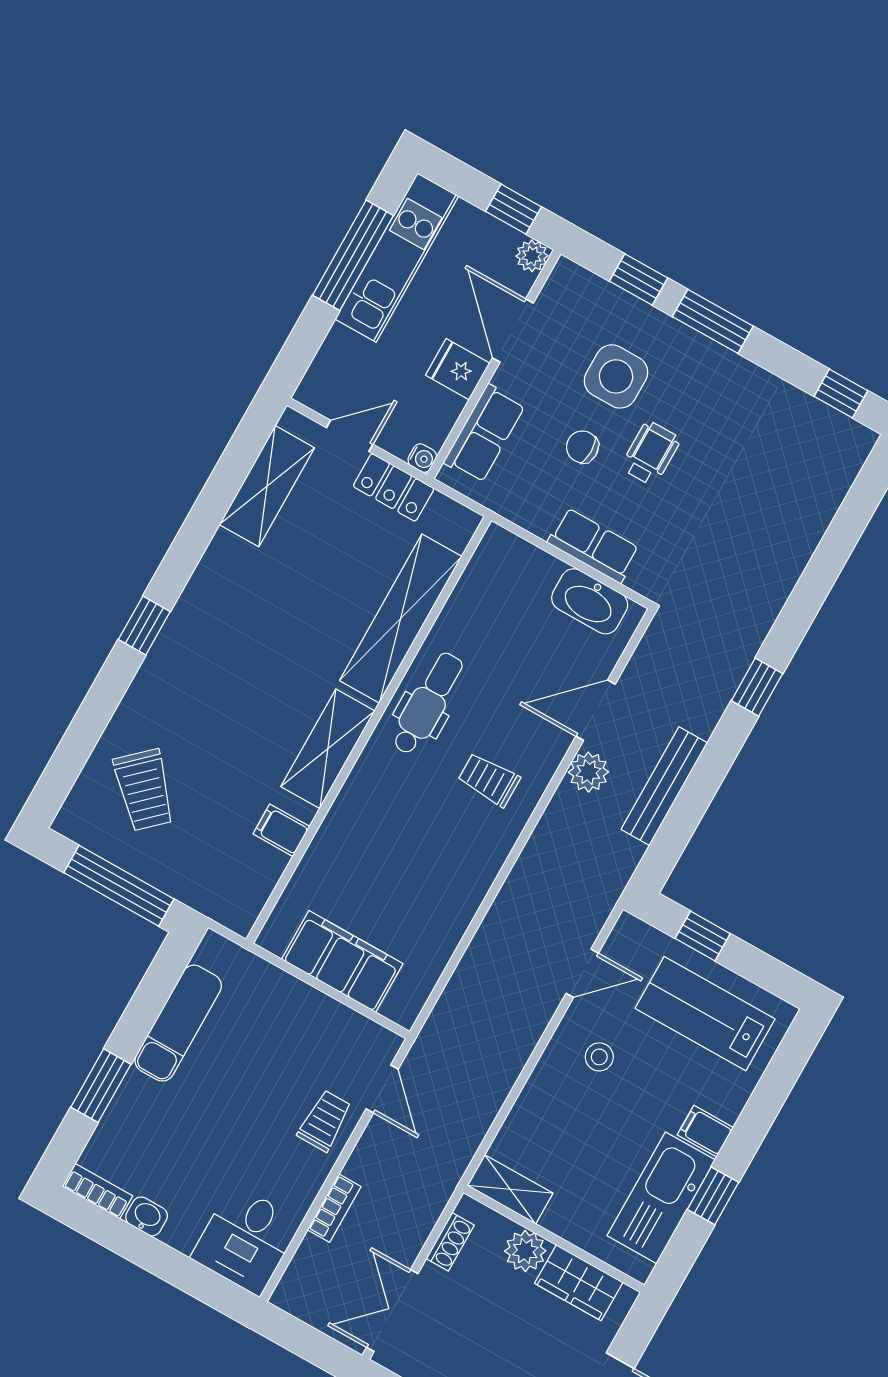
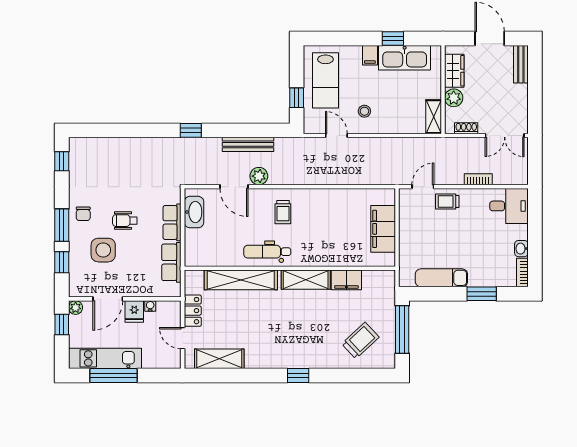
row of seats: (484, 434) -> (171, 262), moved, turned -90
chair: (582, 447) -> (83, 214), moved
water cooler: (422, 458) -> (150, 306), moved
filing cabinet: (281, 830) -> (346, 280), width x2.00

